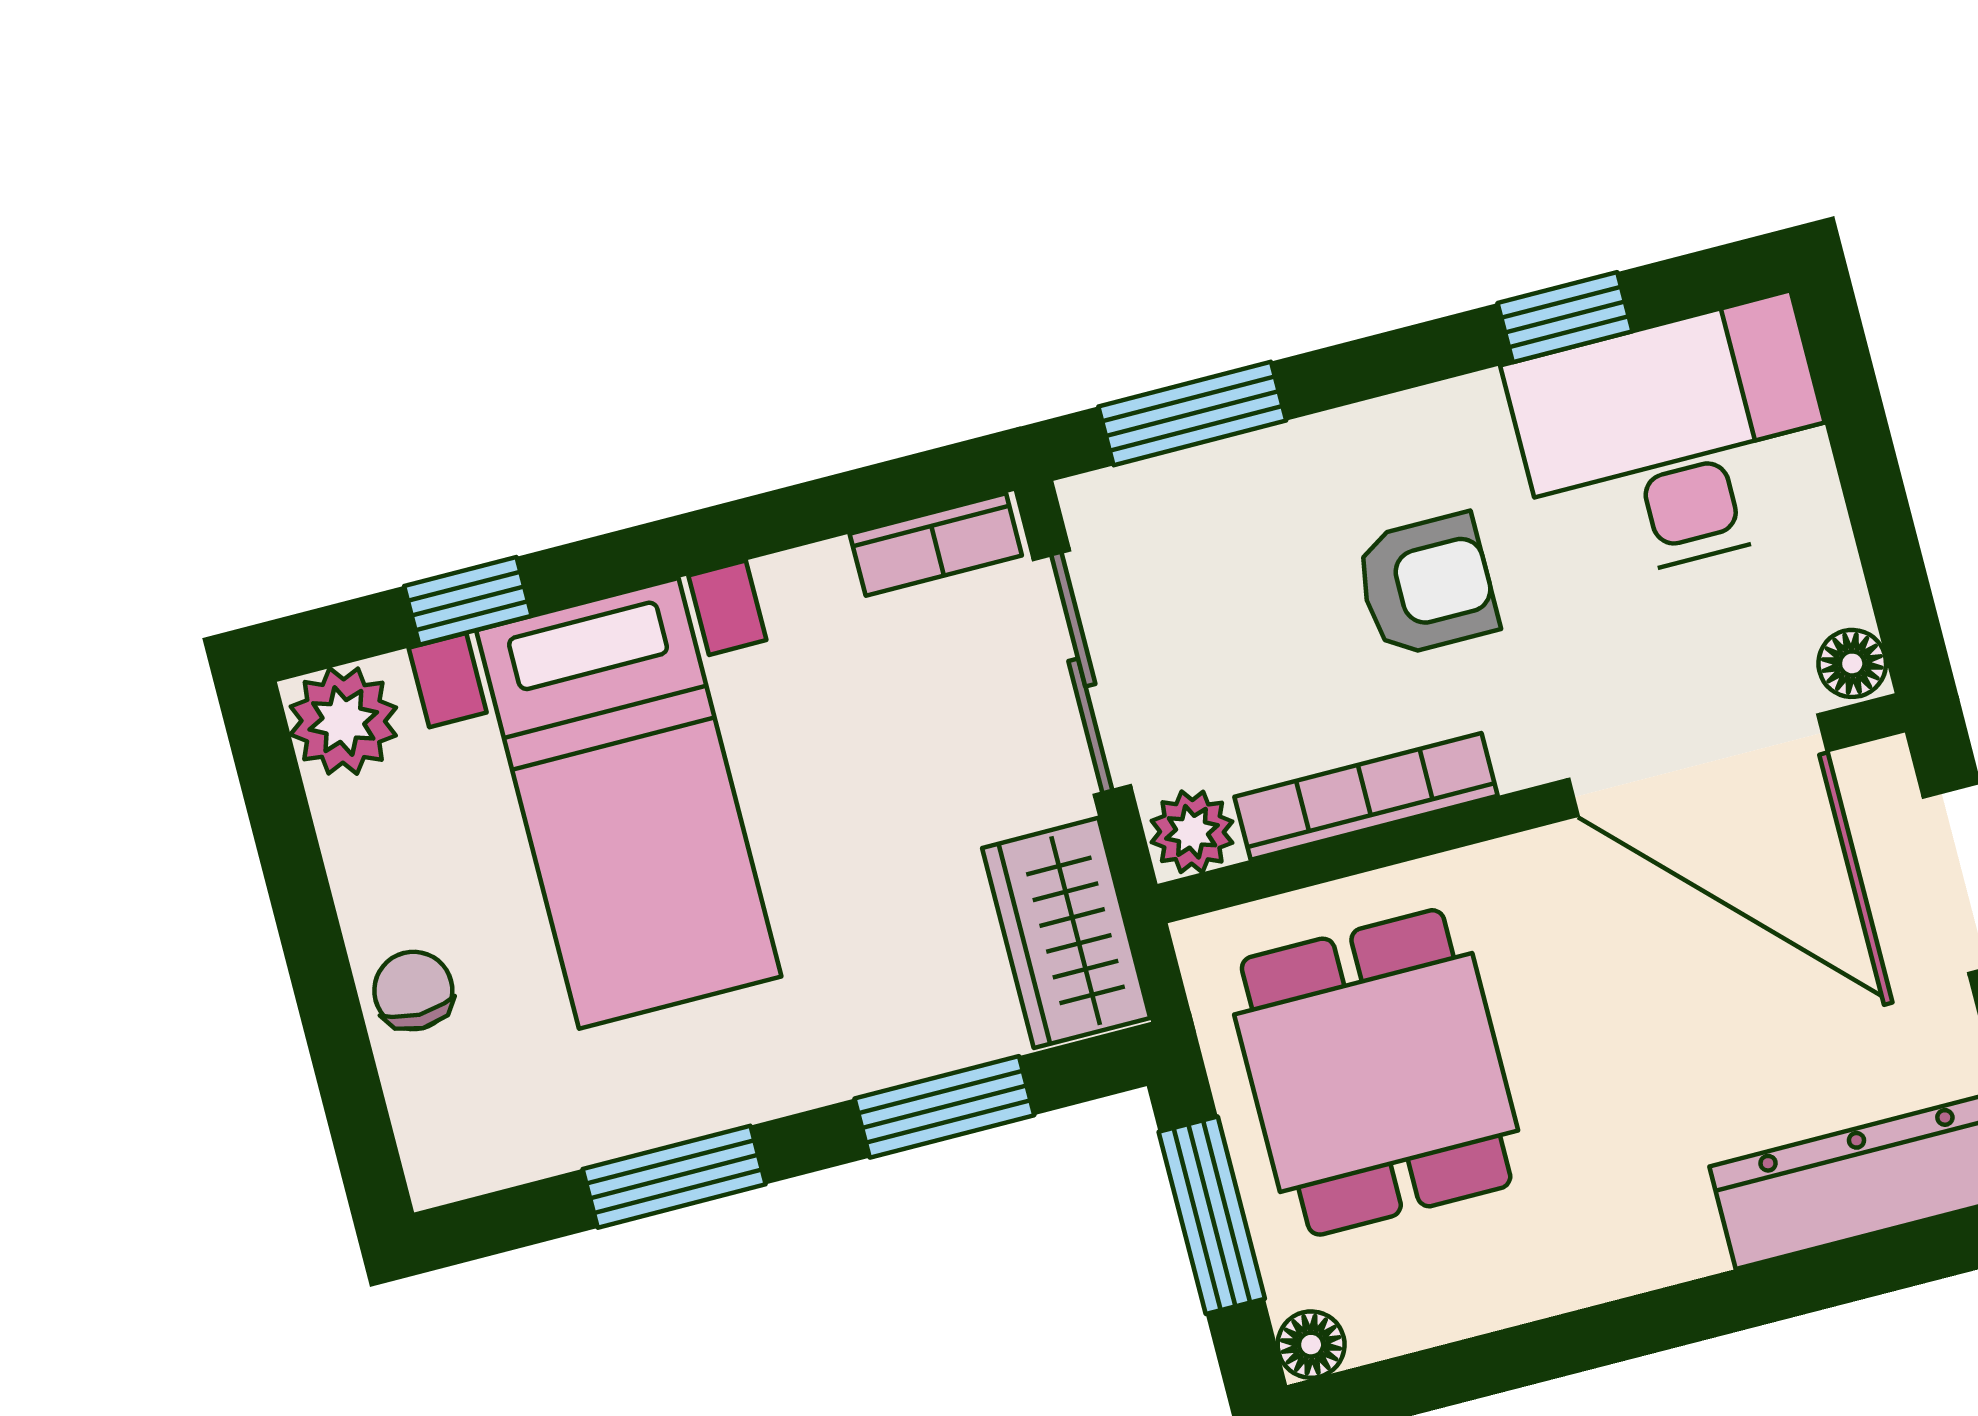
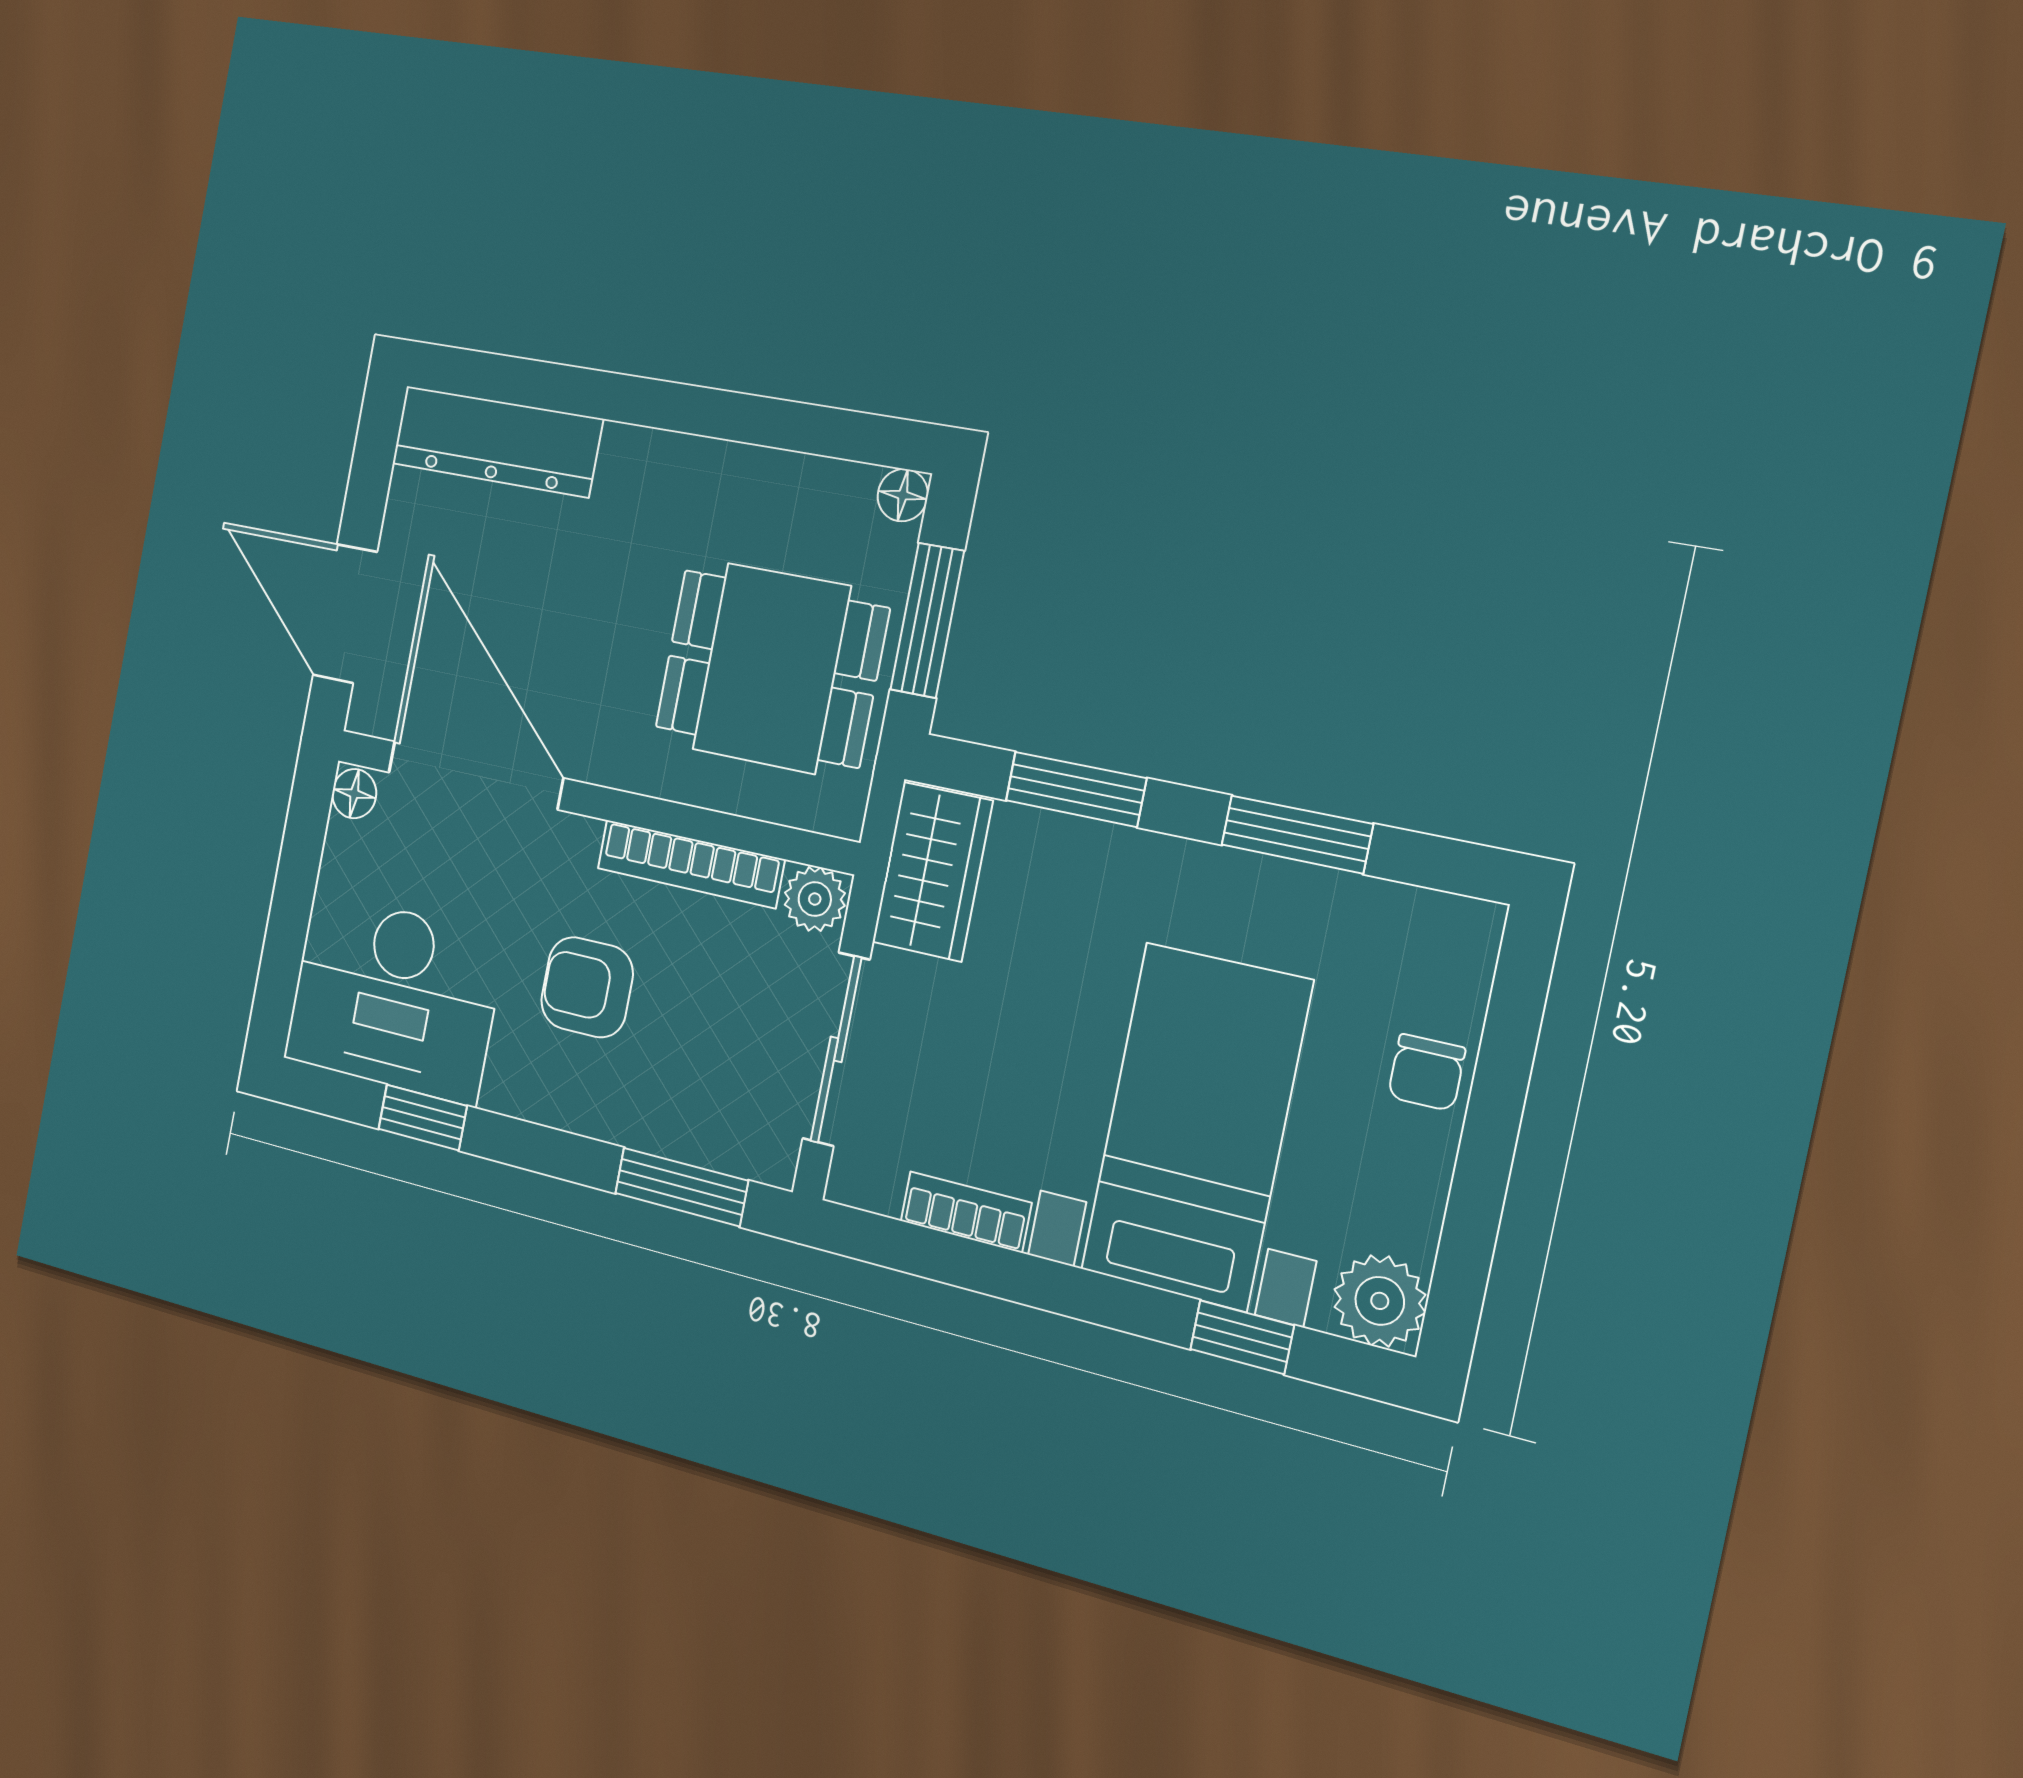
bookcase: (936, 545) -> (966, 1212), moved
dining table: (1376, 1072) -> (771, 668), turned 90

